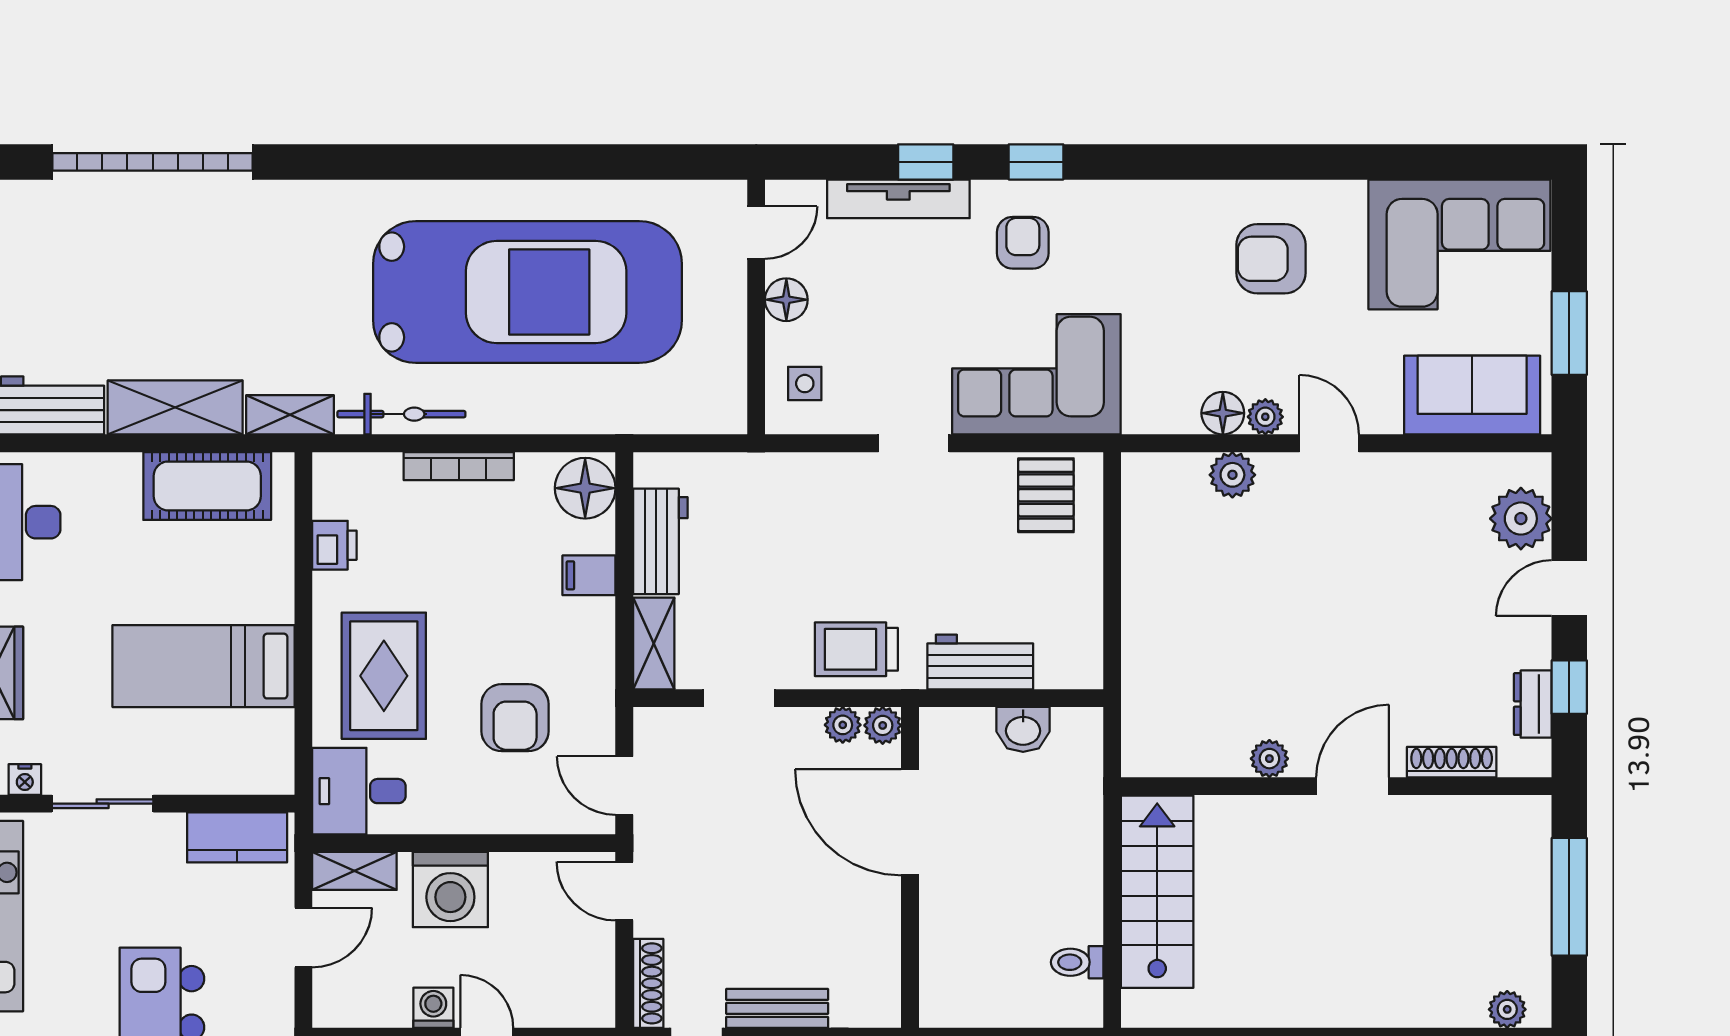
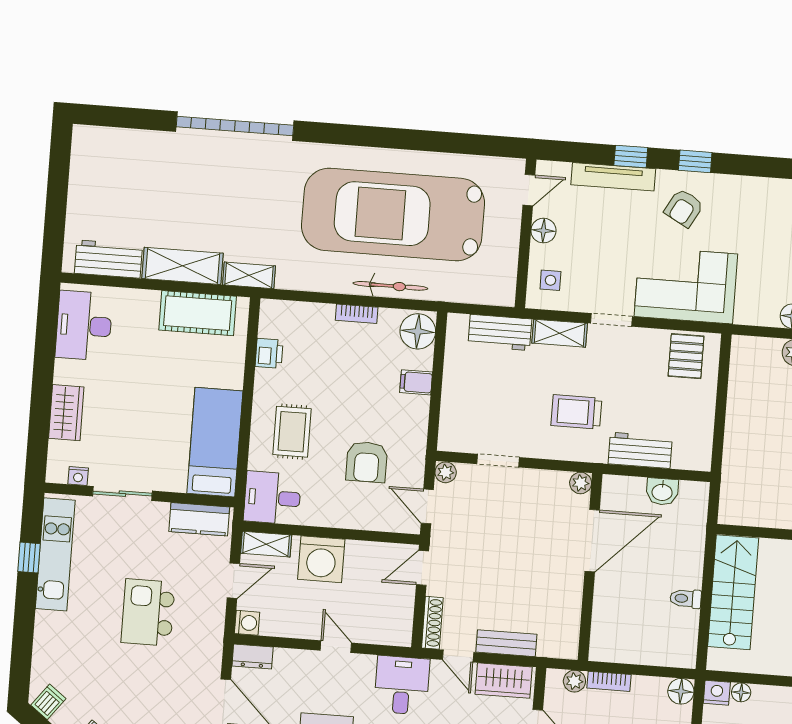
garage door: (153, 162) -> (235, 126), moved
armchair: (1023, 243) -> (684, 208), turned -151
car: (528, 292) -> (393, 214), turned 180
bicycle: (401, 414) -> (390, 286), moved
bookcase: (459, 466) -> (357, 314), width x0.64
workbench: (660, 541) -> (500, 332), moved, turned 90
shelving: (654, 643) -> (560, 333), moved, turned 90
trolley: (856, 649) -> (576, 412), moved
bed: (204, 666) -> (215, 442), moved, turned 90
rug: (384, 676) -> (292, 432), width x0.73, depth x0.70
plant: (843, 725) -> (446, 472), moved
door: (910, 822) -> (592, 541), swing flipped
door: (624, 891) -> (423, 568), hinge flipped
toilet: (1077, 962) -> (686, 599), moved
washing machine: (433, 1008) -> (247, 623), moved, turned 90

